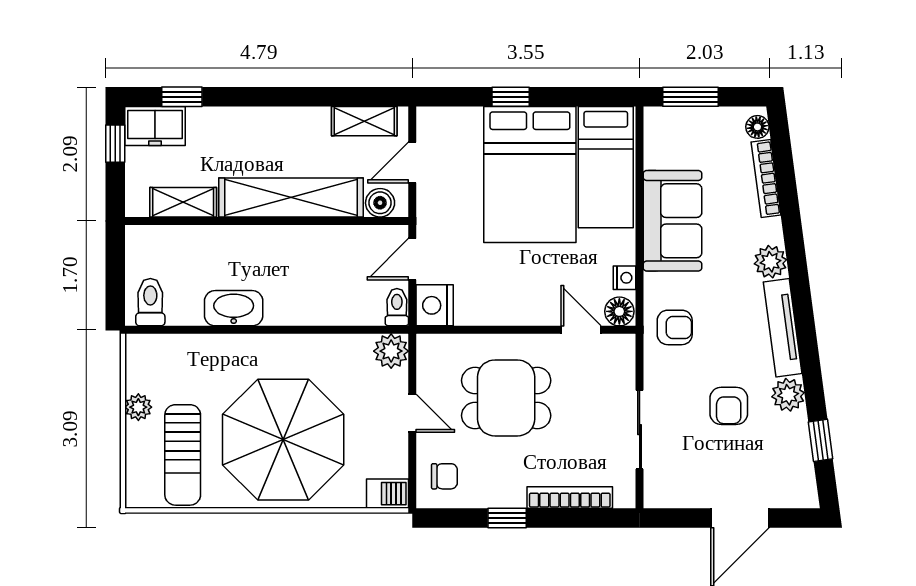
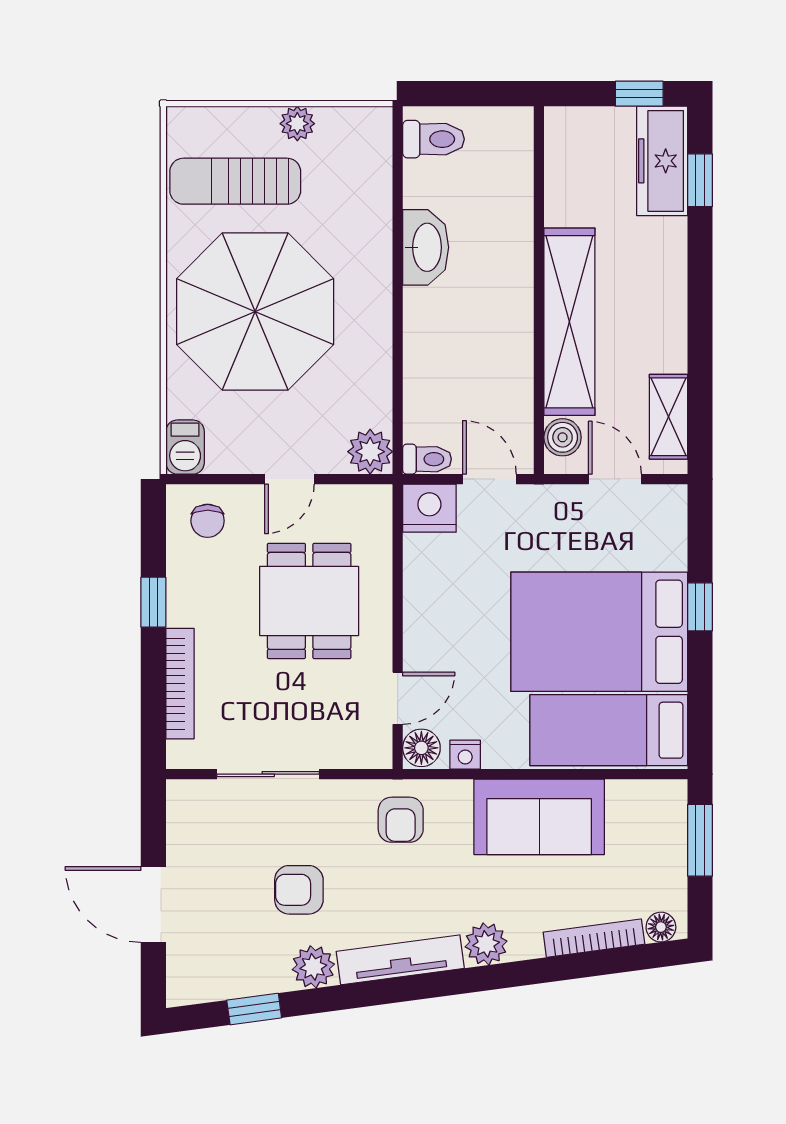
freezer: (155, 126) -> (662, 161), width x1.40
shelving: (183, 202) -> (563, 182), removed

